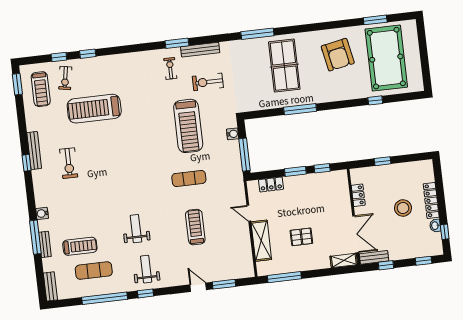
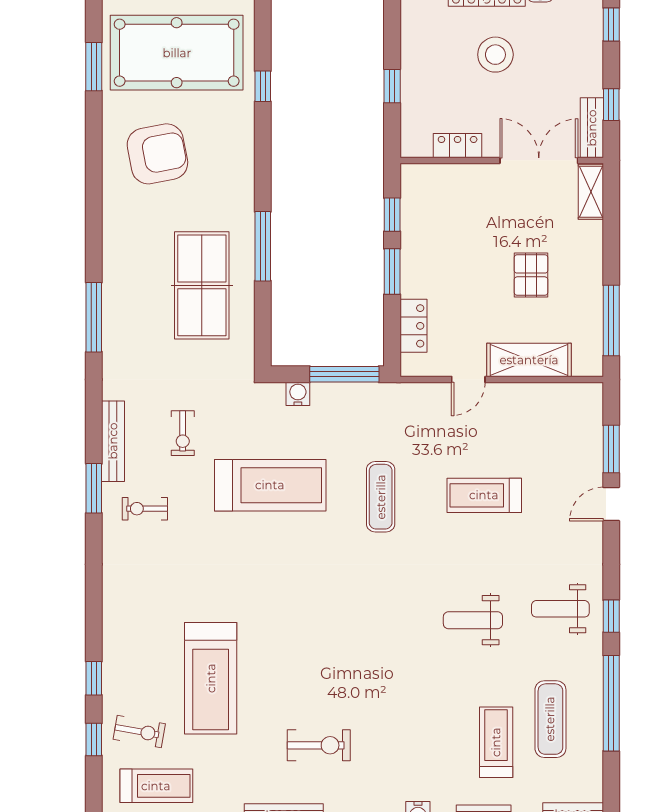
table tennis table: (284, 66) -> (202, 285), moved, turned 90
exercise bike: (208, 82) -> (183, 433), width x0.73, depth x0.72

